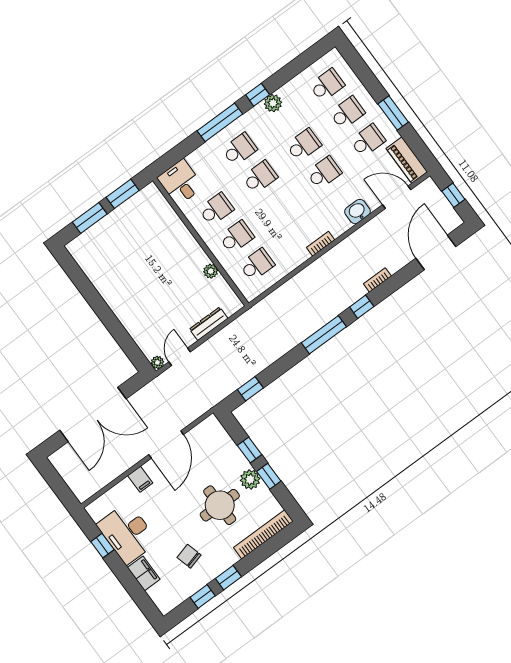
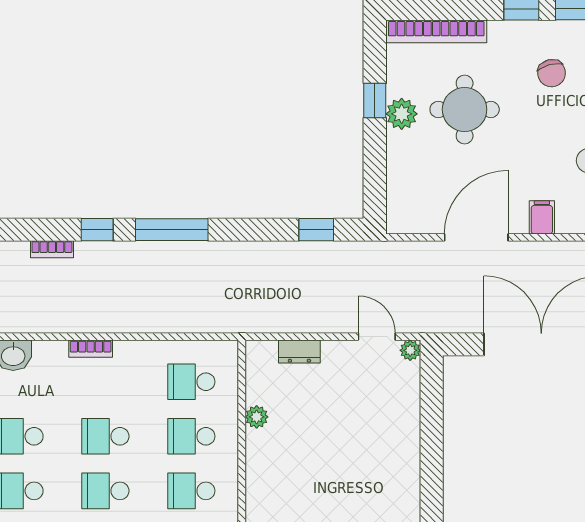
school desk: (280, 205) -> (105, 436), added
dresser: (209, 324) -> (299, 352), width x0.70
door: (180, 357) -> (377, 337), swing flipped
window: (250, 450) -> (375, 152), removed

